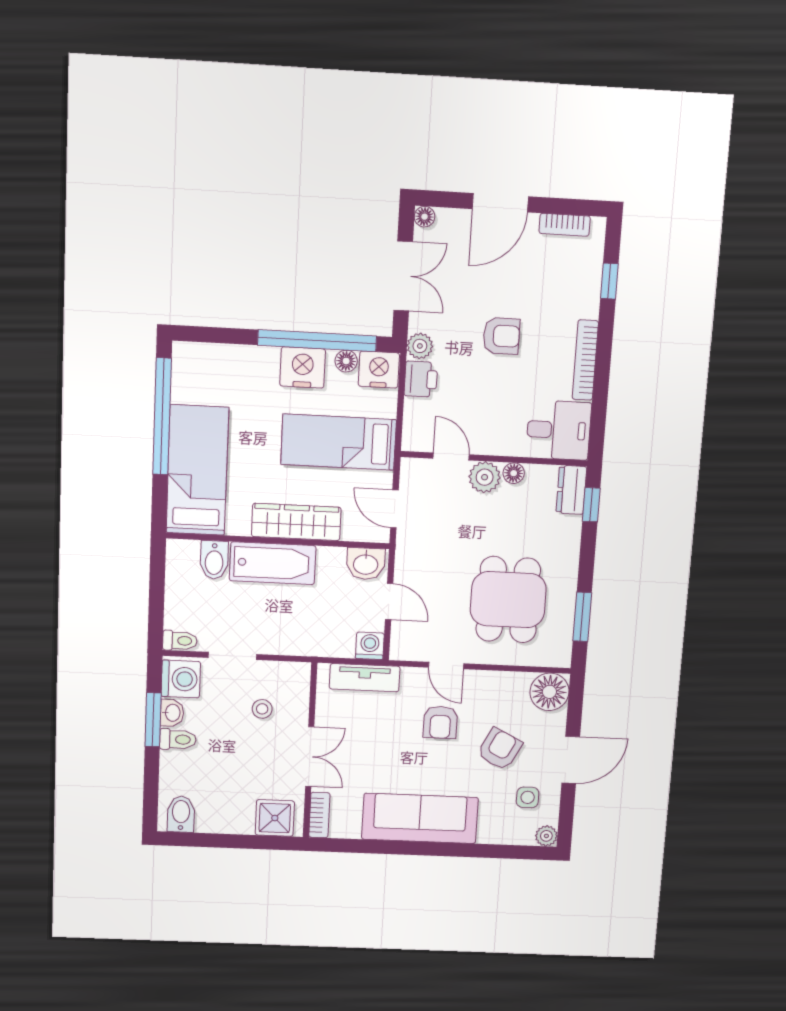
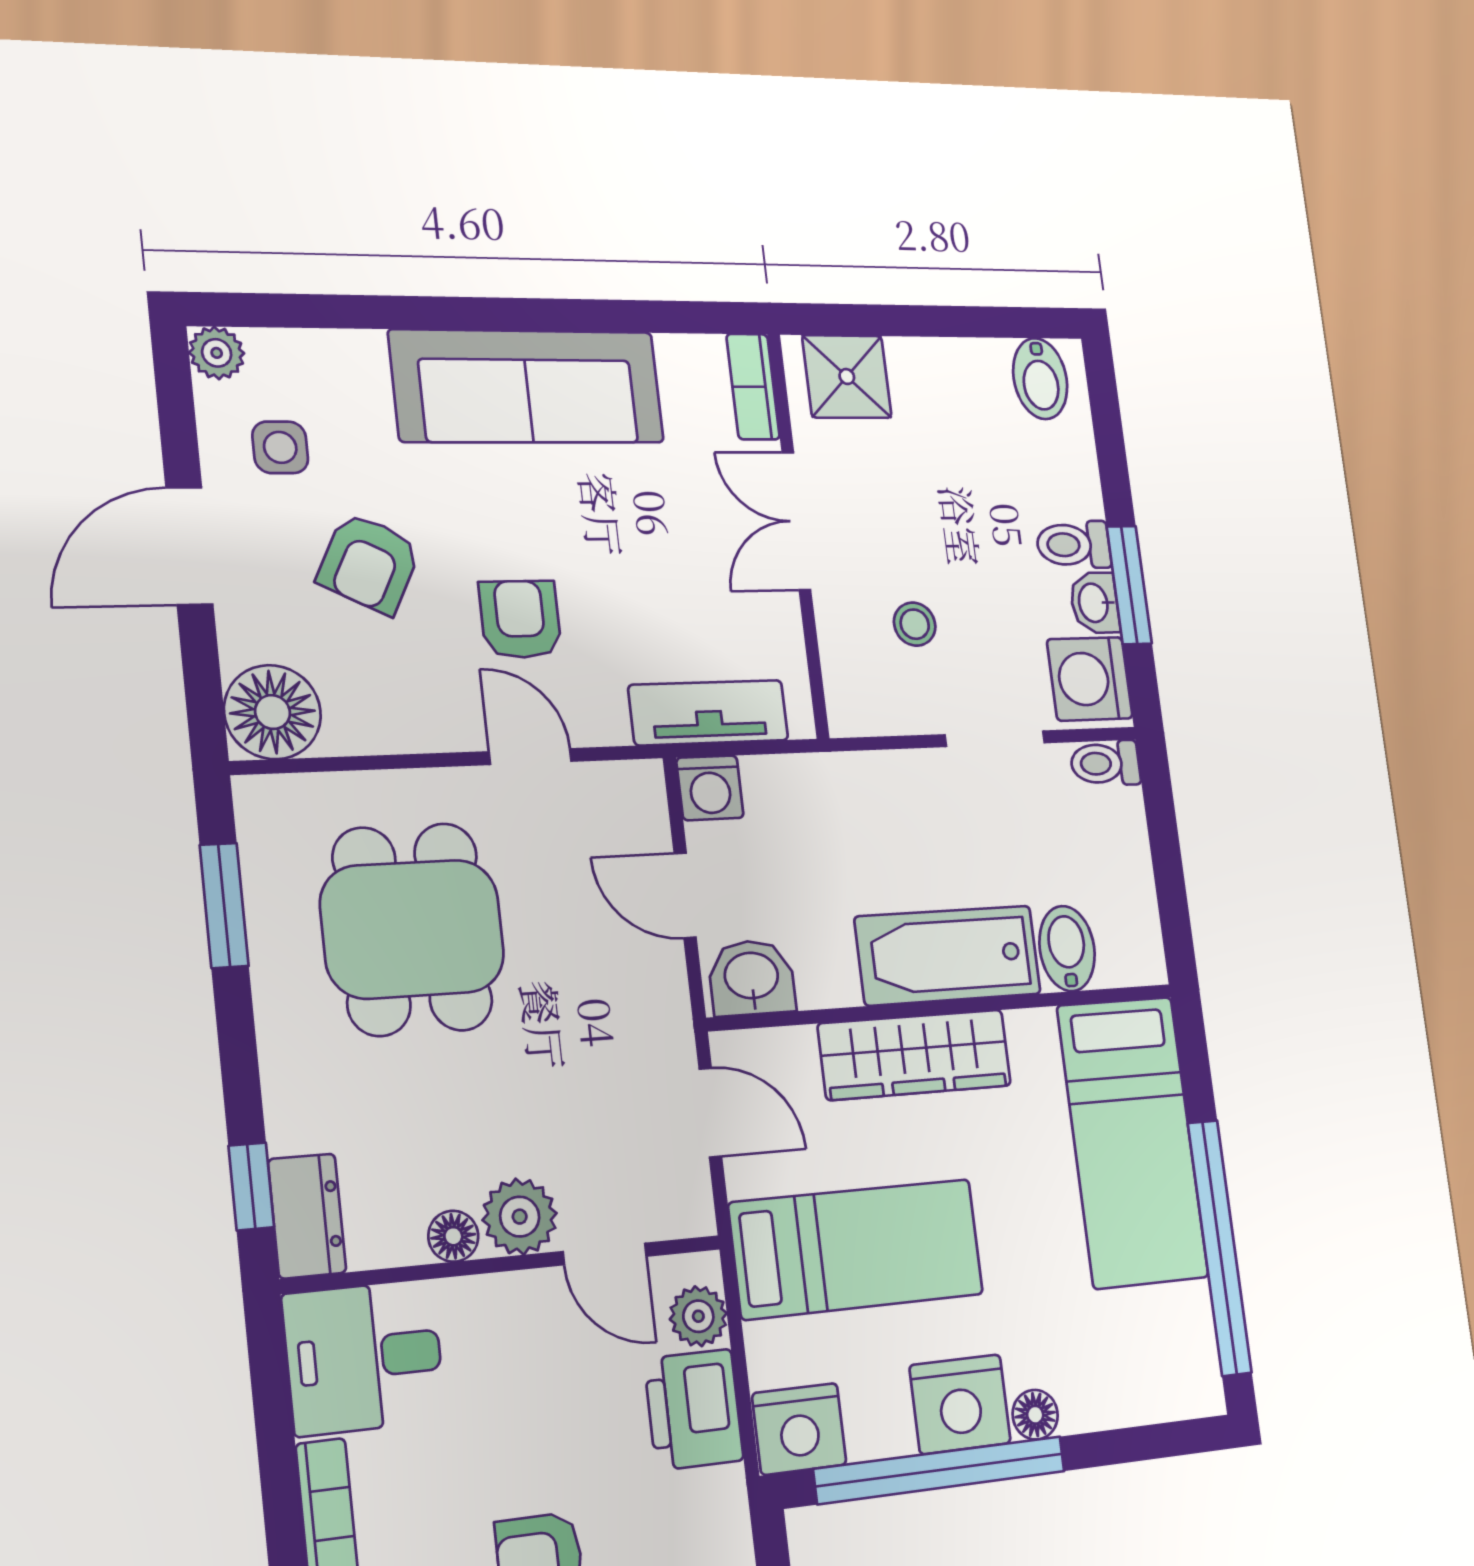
plant: (420, 346) -> (698, 1316), moved
floor lamp: (346, 361) -> (1035, 1415), moved
printer: (421, 379) -> (694, 1410), width x1.36, depth x1.24

